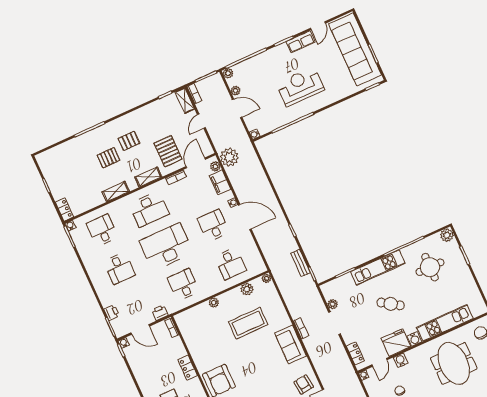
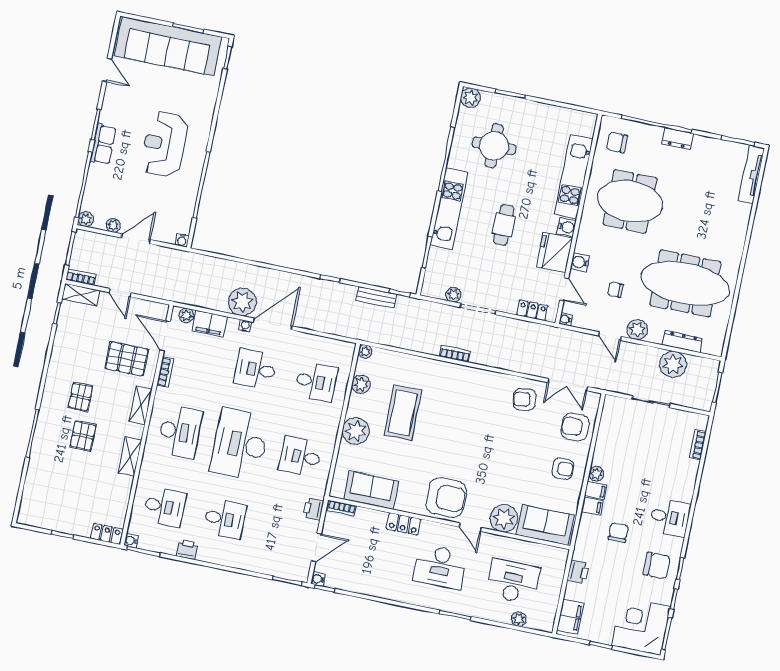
row of seats: (301, 42) -> (103, 144), moved
plant: (229, 157) -> (242, 302), moved
desk: (102, 230) -> (164, 507), turned 180
plant: (214, 303) -> (356, 431), width x1.88, depth x1.88
cafe table: (391, 304) -> (504, 225), turned -33
printer: (112, 312) -> (187, 550), moved
sofa: (291, 344) -> (371, 490), moved, turned 180

